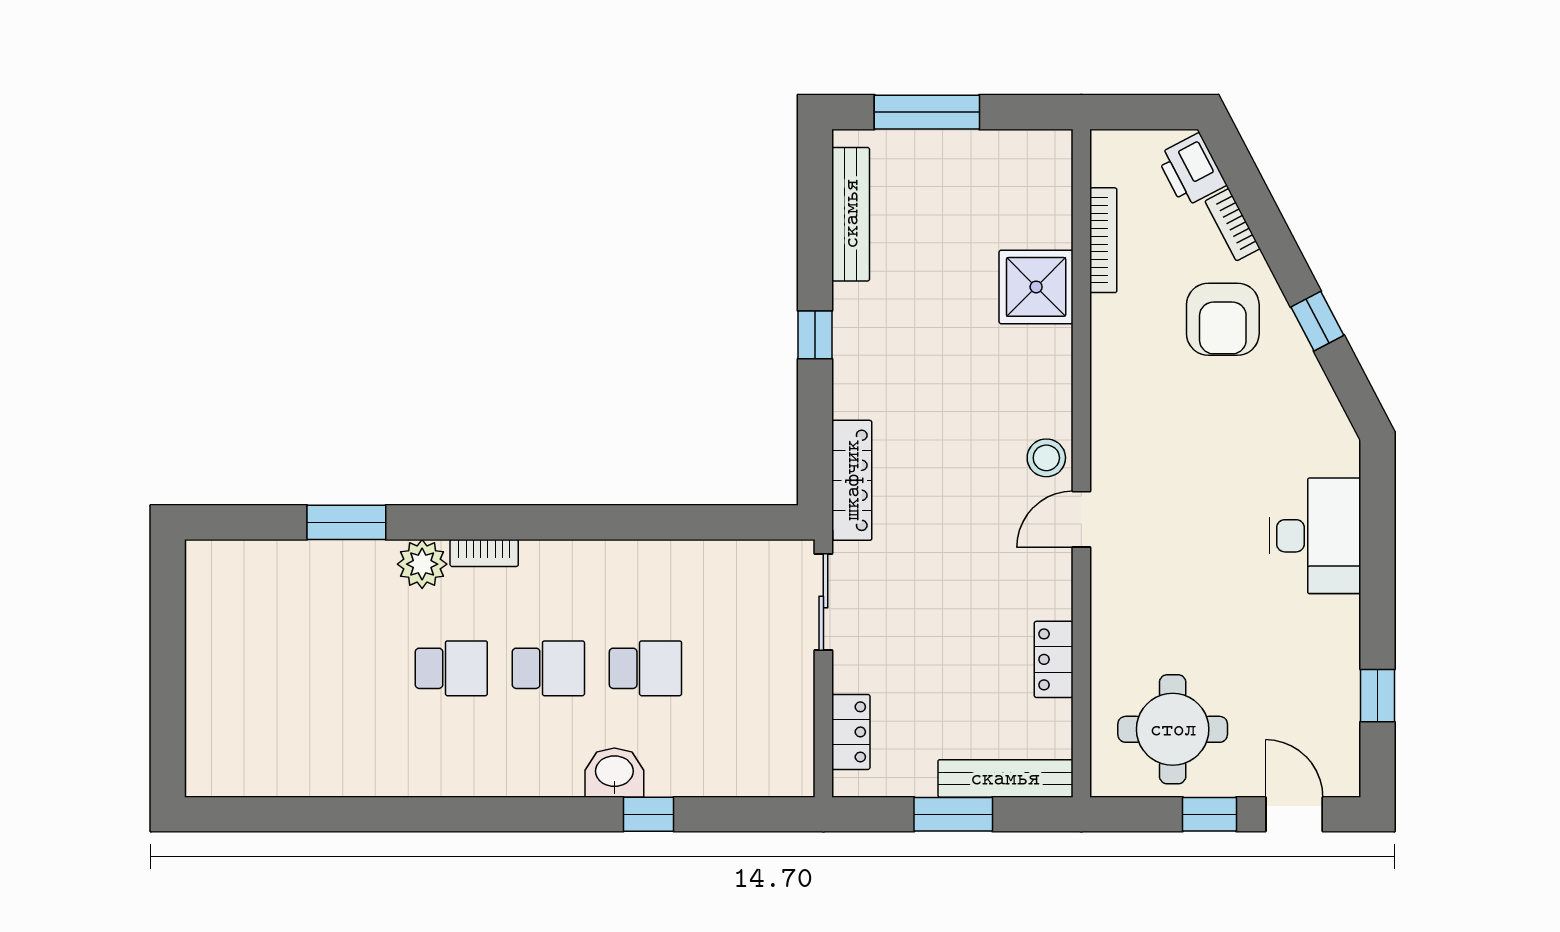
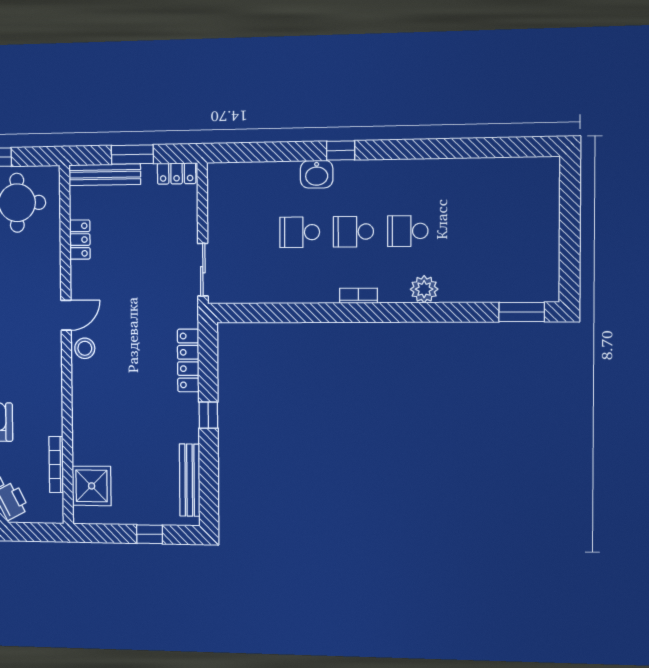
window: (927, 112) -> (150, 534), width x0.46
shower: (1036, 287) -> (92, 486), moved
locker: (852, 480) -> (188, 360), moved
window: (346, 522) -> (522, 312), moved
bookcase: (484, 553) -> (358, 296), moved
locker: (851, 732) -> (177, 173), moved, turned -90
window: (649, 814) -> (341, 150), moved

